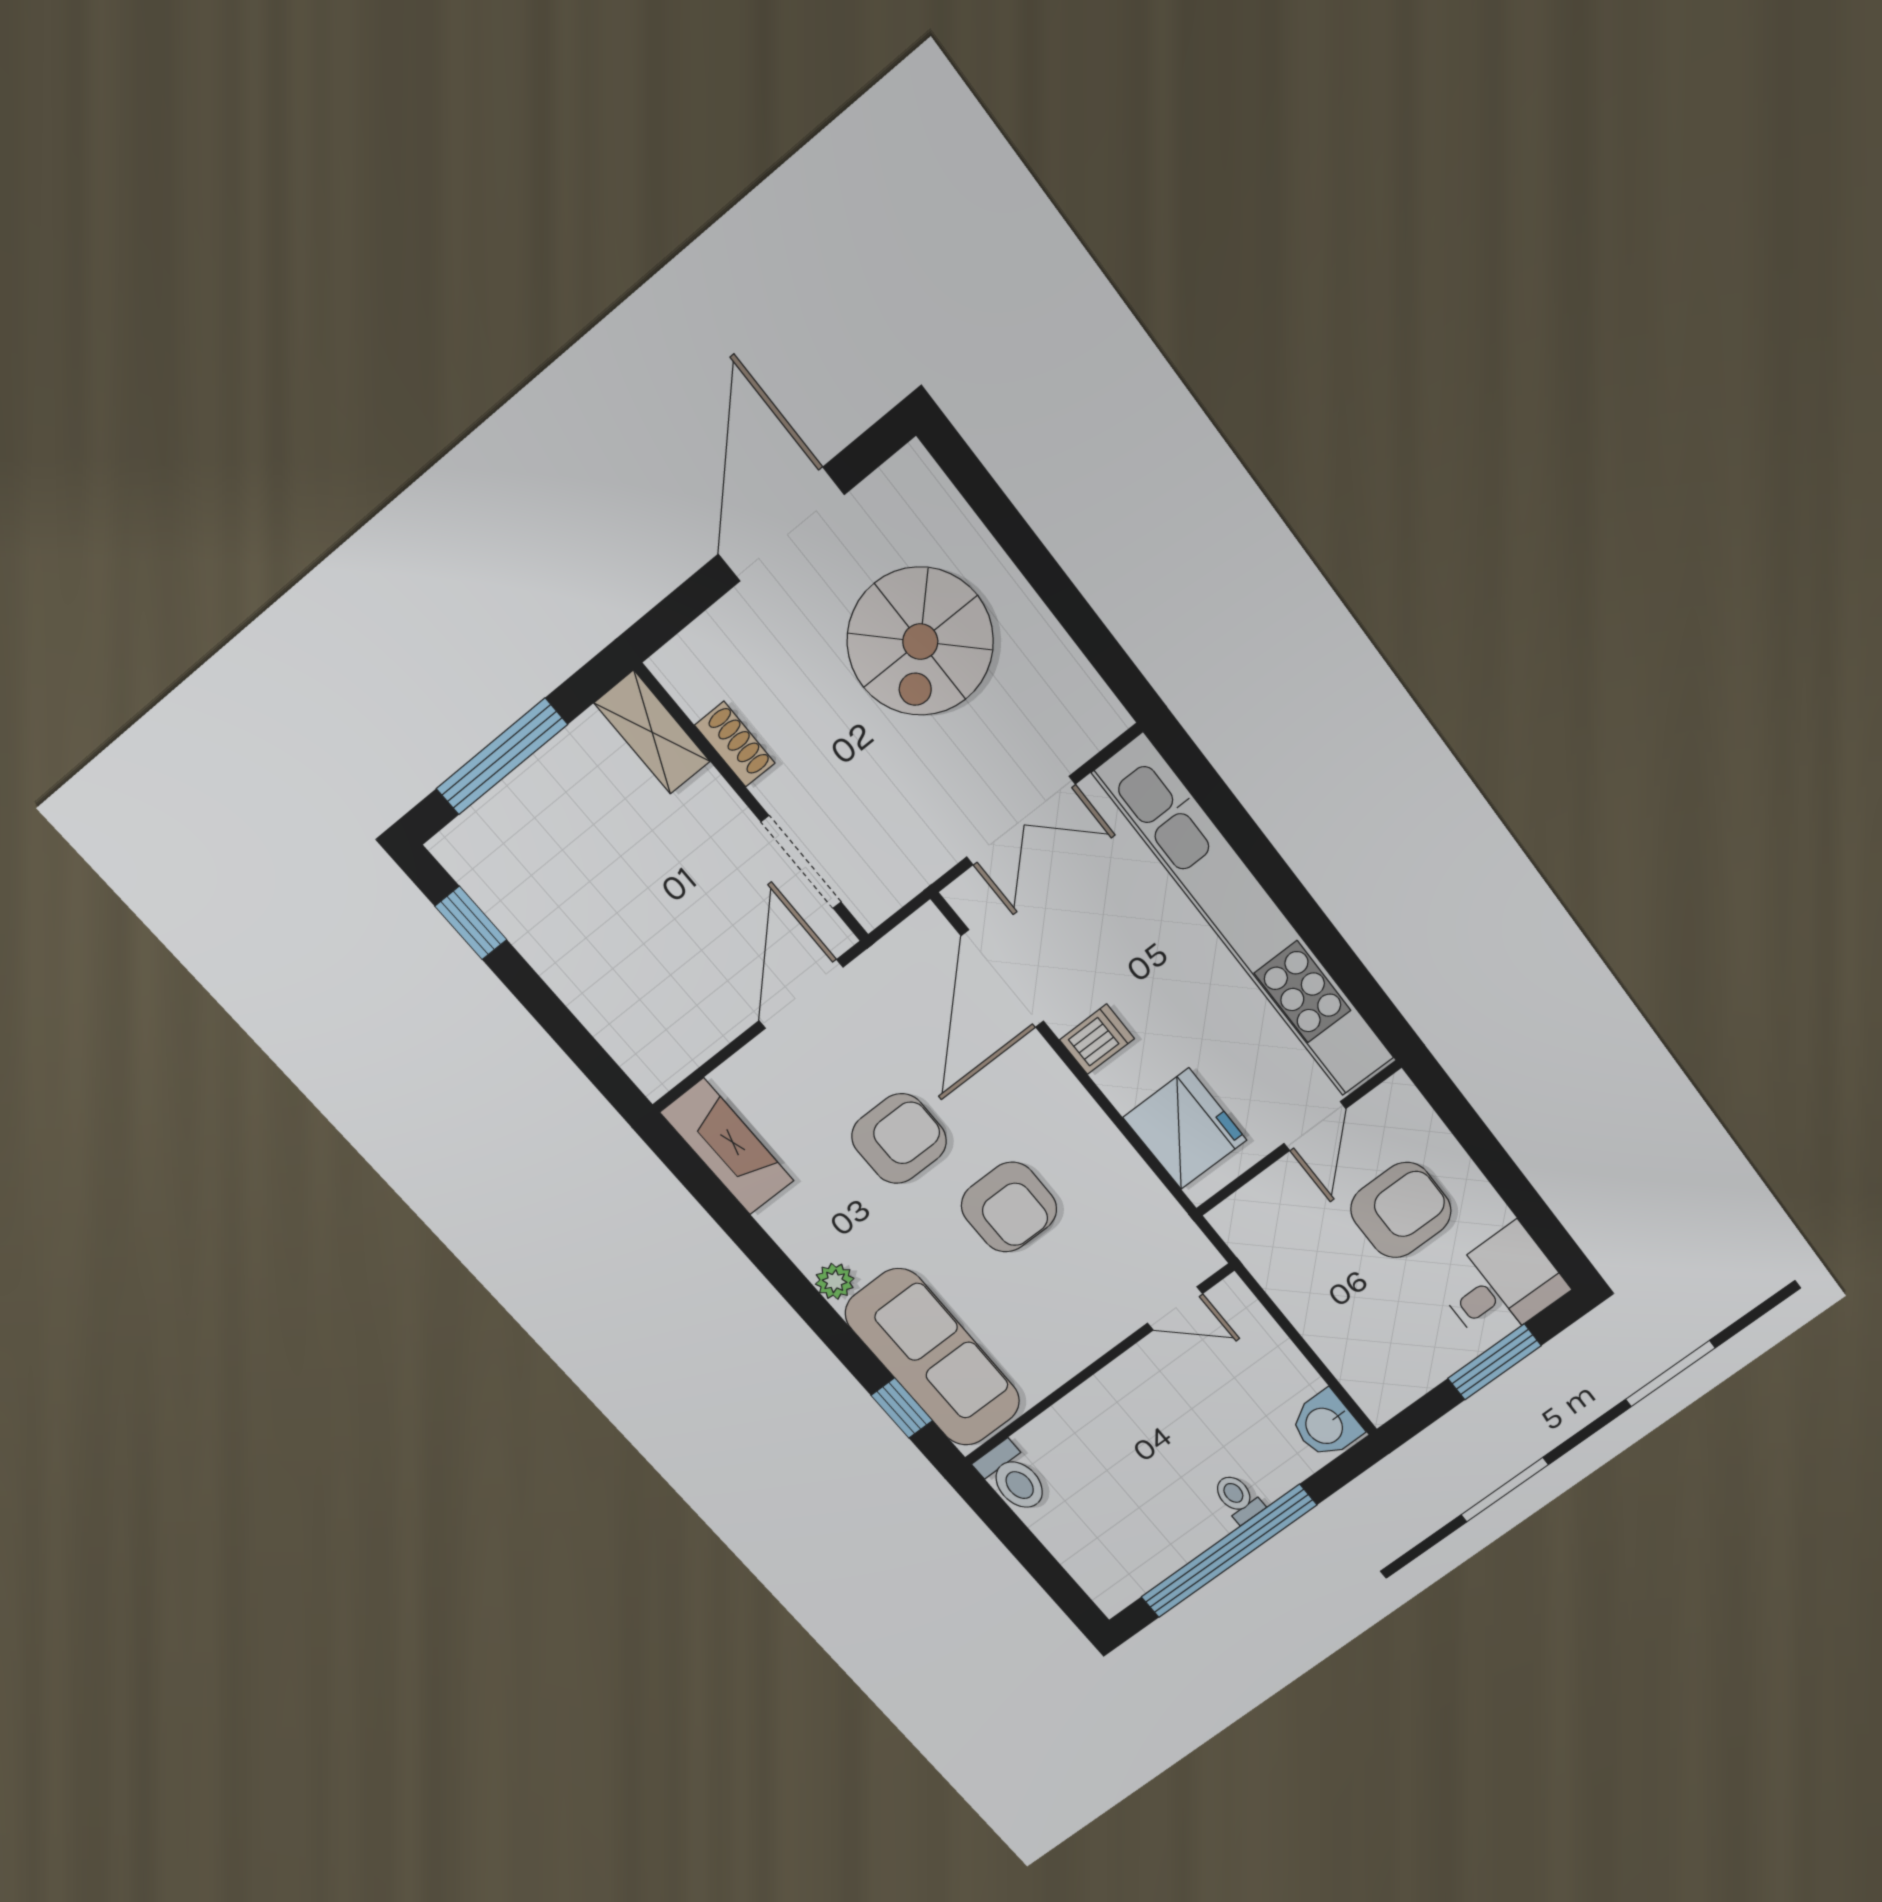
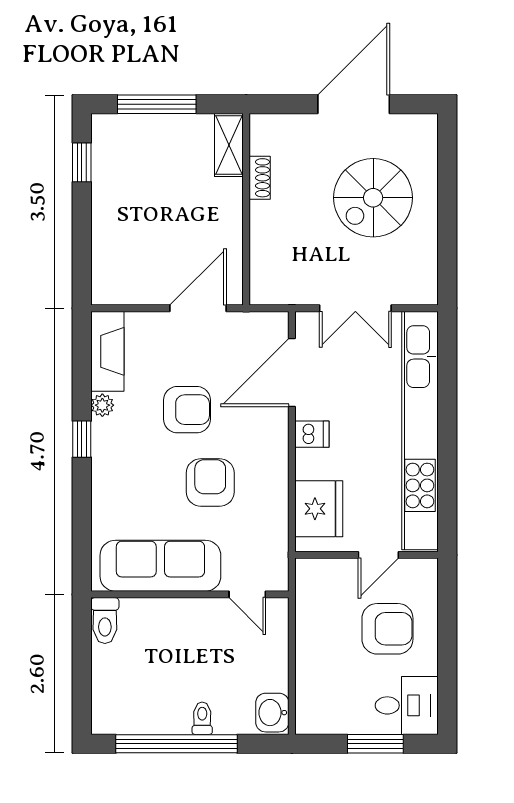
doorway: (801, 862) -> (246, 250), removed
armchair: (1009, 1207) -> (210, 482), turned 180
plant: (835, 1281) -> (102, 405), moved
sofa: (933, 1358) -> (160, 566), moved, turned -90
window: (902, 1408) -> (82, 439), moved

